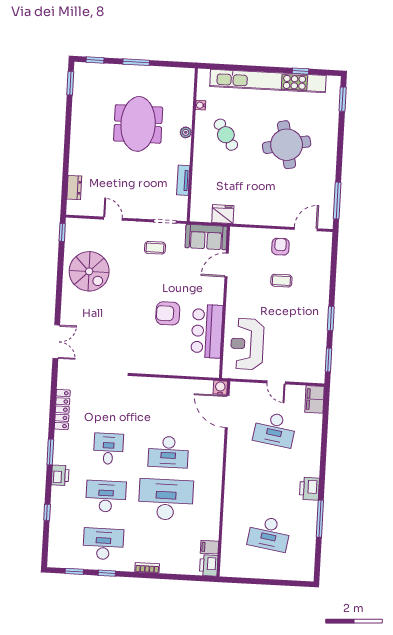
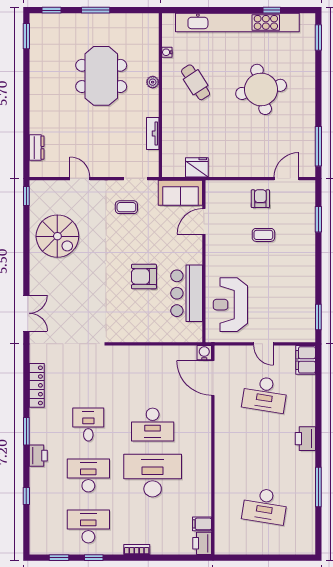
window: (331, 319) -> (318, 219), moved
printer: (309, 489) -> (305, 439), moved

